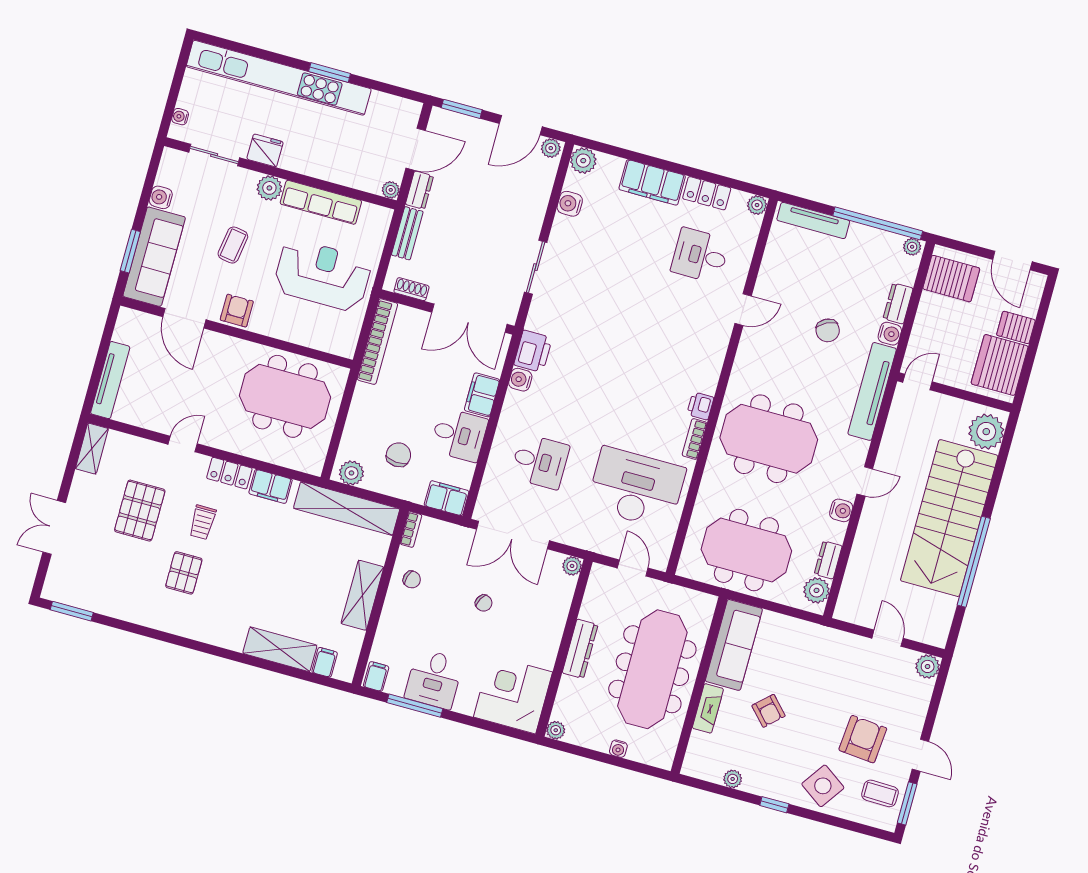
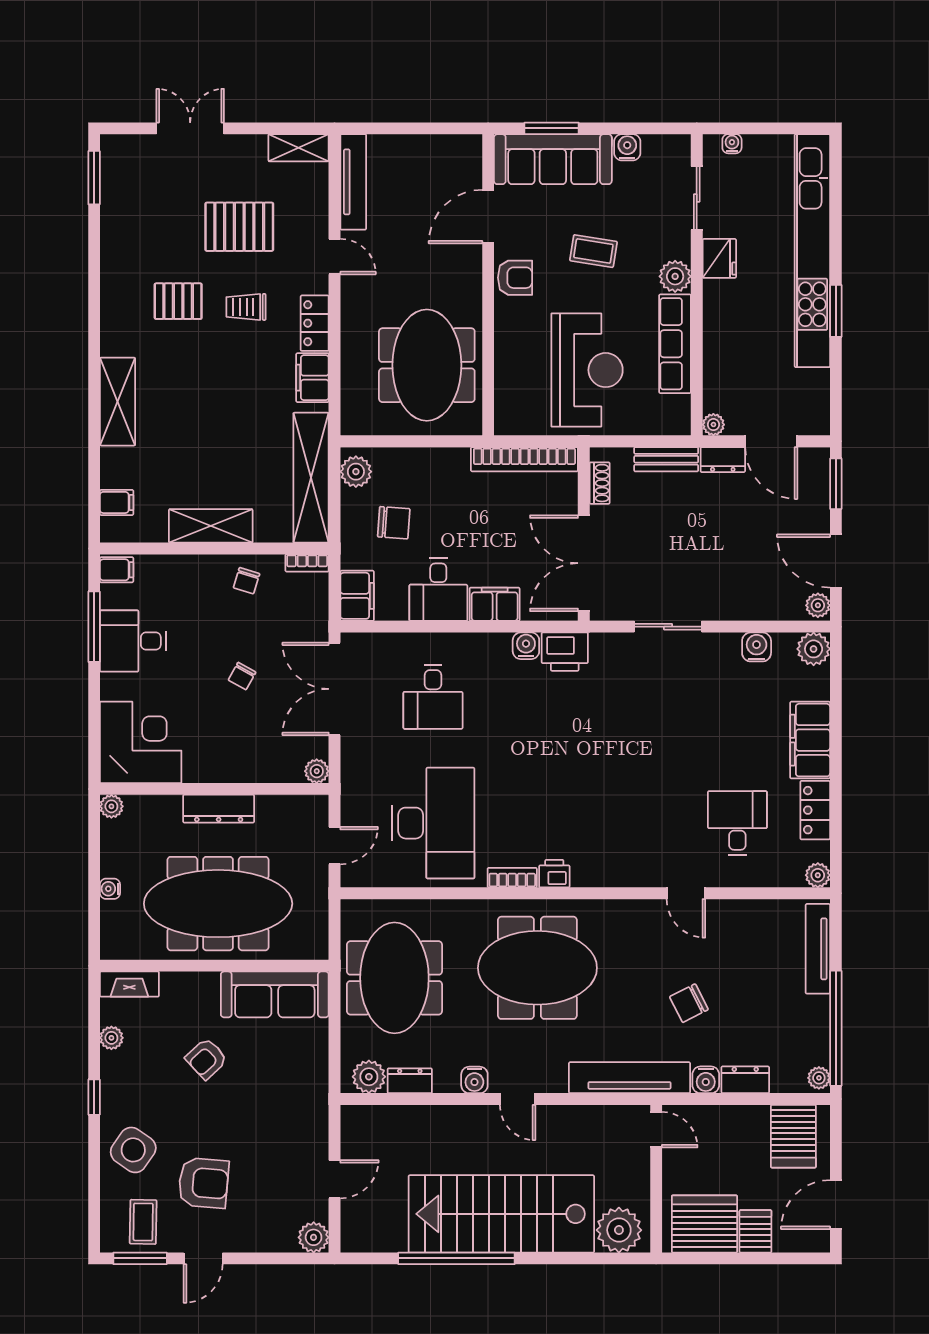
tv unit: (110, 380) -> (353, 182), moved, turned -90
meeting table: (769, 439) -> (537, 968), turned 90
shelving: (280, 649) -> (117, 402), moved
fireplace: (708, 708) -> (129, 984), moved

